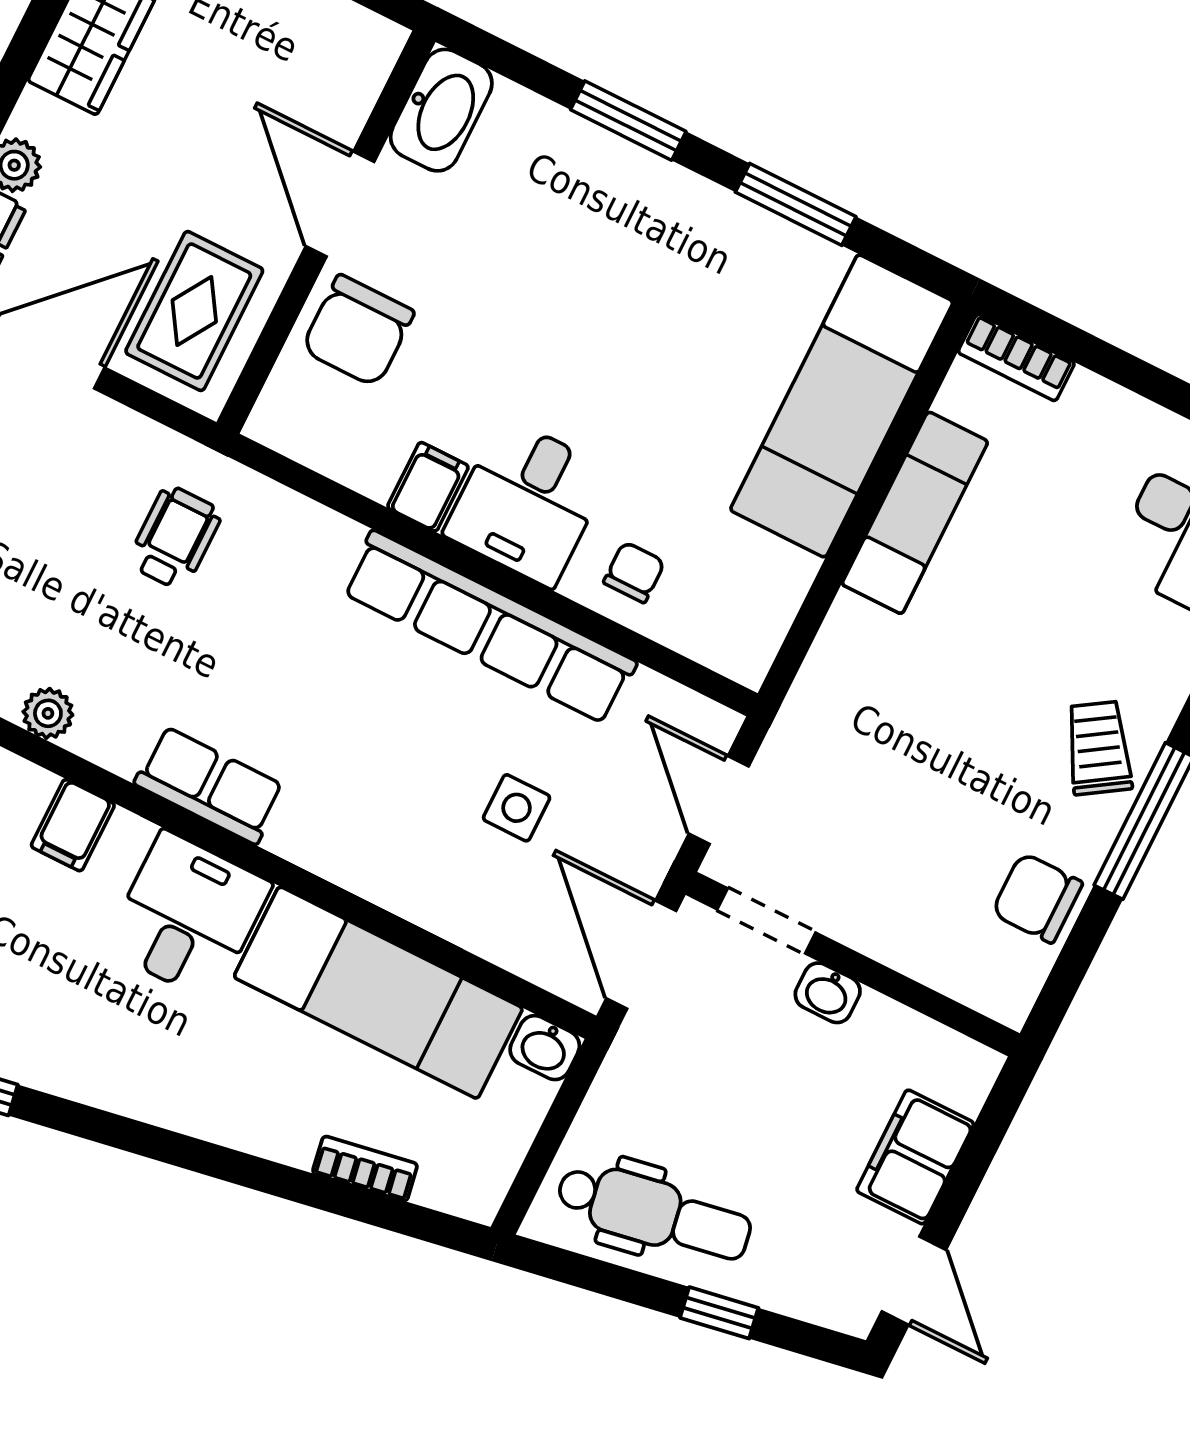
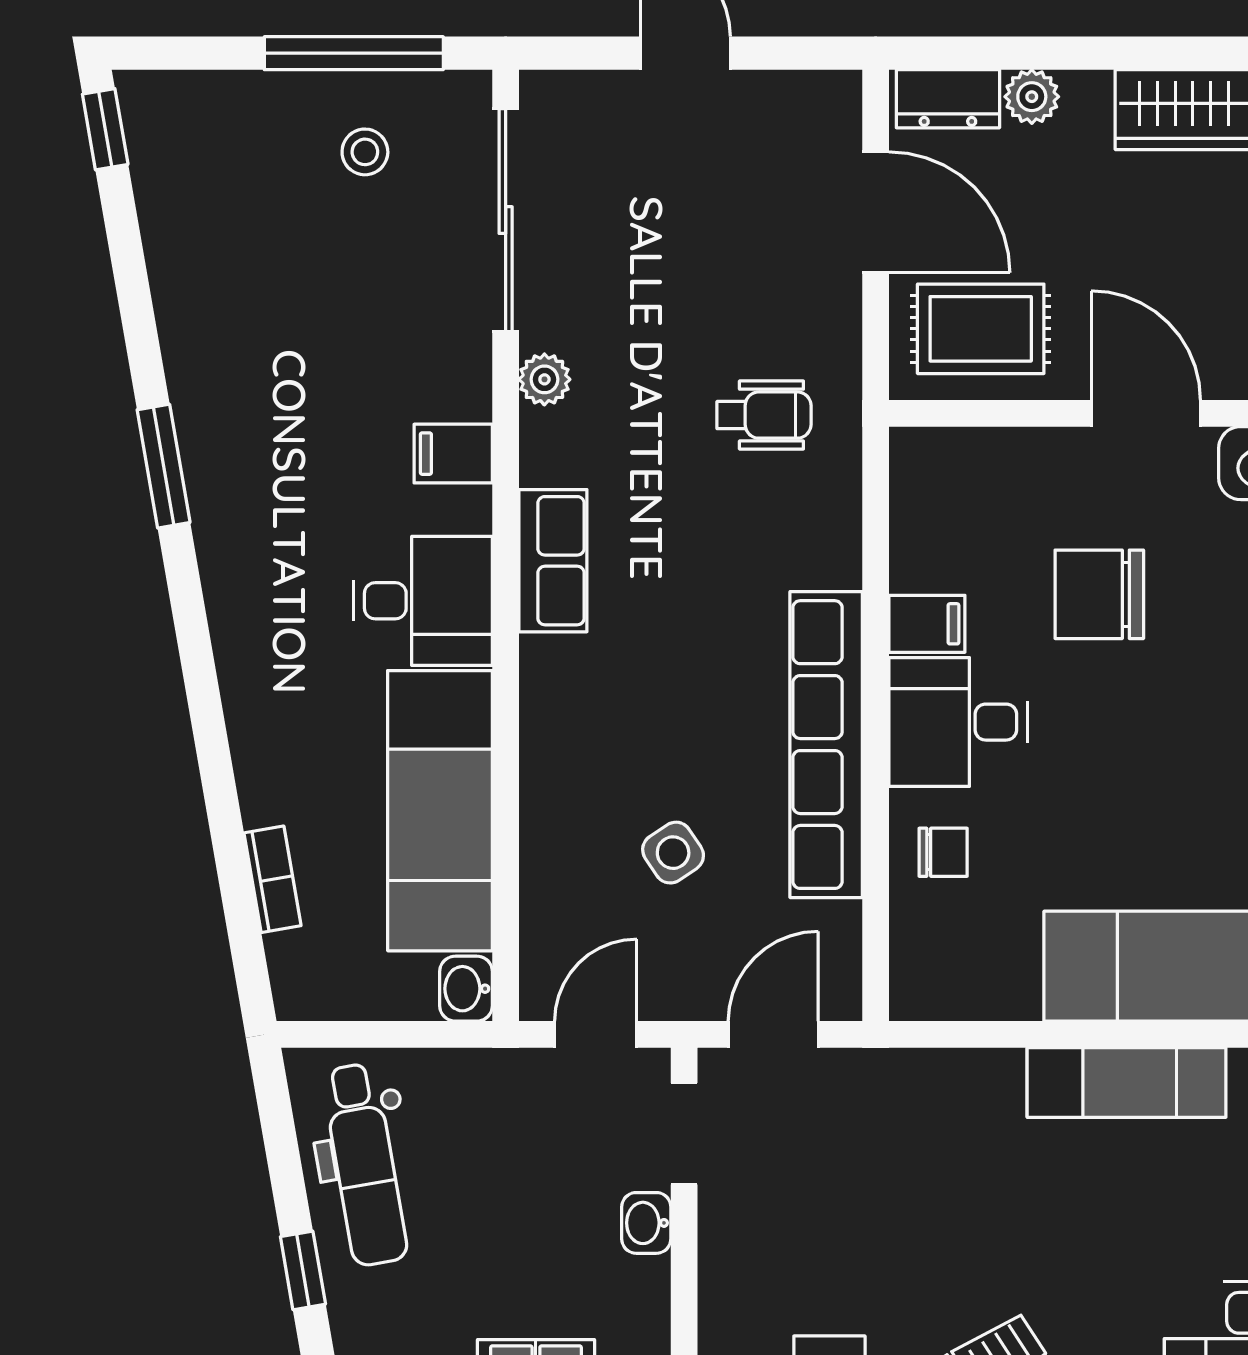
door: (340, 204) -> (1146, 413), hinge flipped
chair: (358, 331) -> (1099, 594), moved
side table: (517, 808) -> (673, 853), turned -34
door: (641, 955) -> (596, 1034), width x0.73

